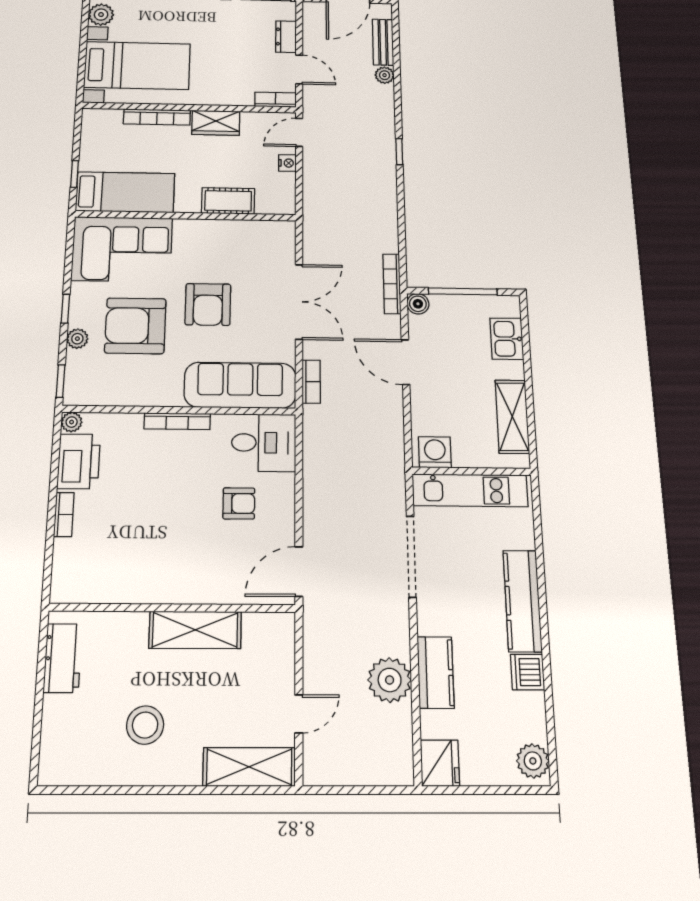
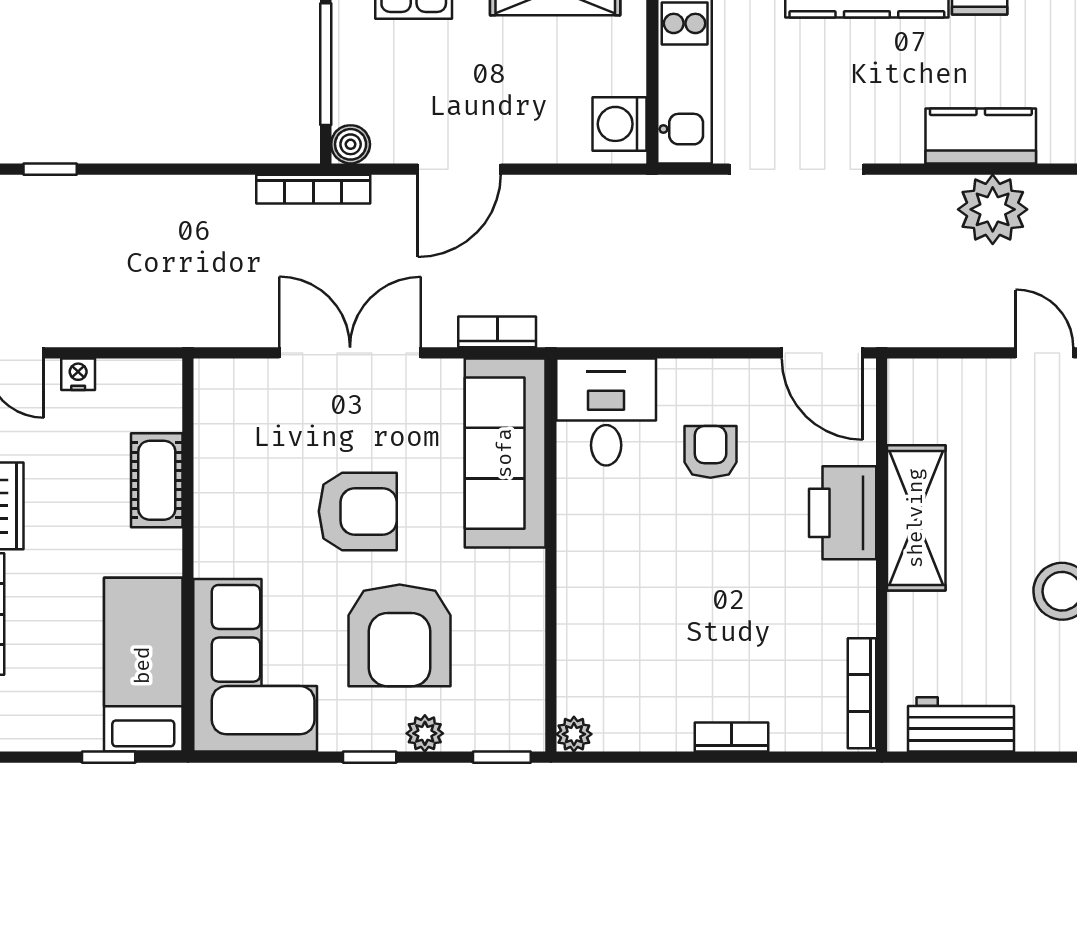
bookcase: (177, 421) -> (862, 693), moved, turned 180
printer: (79, 461) -> (843, 513), moved, turned -90

